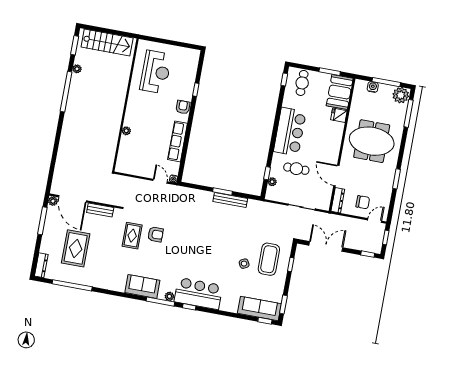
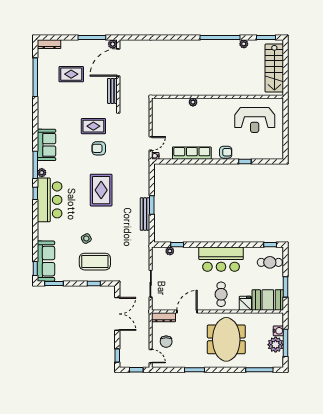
plant: (401, 95) -> (276, 345), moved
cafe table: (296, 169) -> (221, 294), moved
armchair: (155, 234) -> (99, 148), turned 90
rug: (198, 240) -> (101, 190), added
rug: (76, 248) -> (71, 74), width x0.73, depth x0.70

